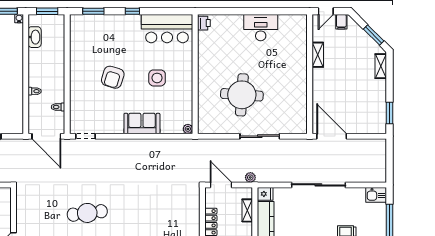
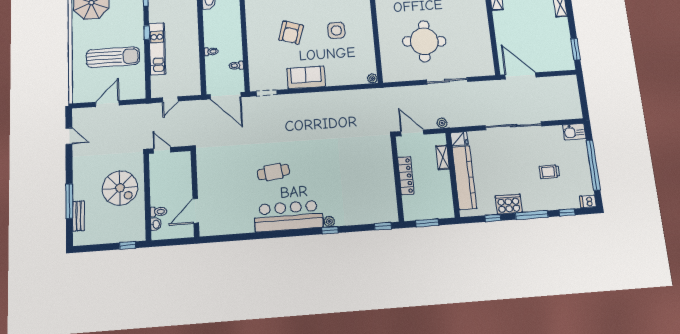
sofa: (142, 123) -> (306, 77), moved
cafe table: (87, 213) -> (273, 172), width x0.73, depth x0.74

